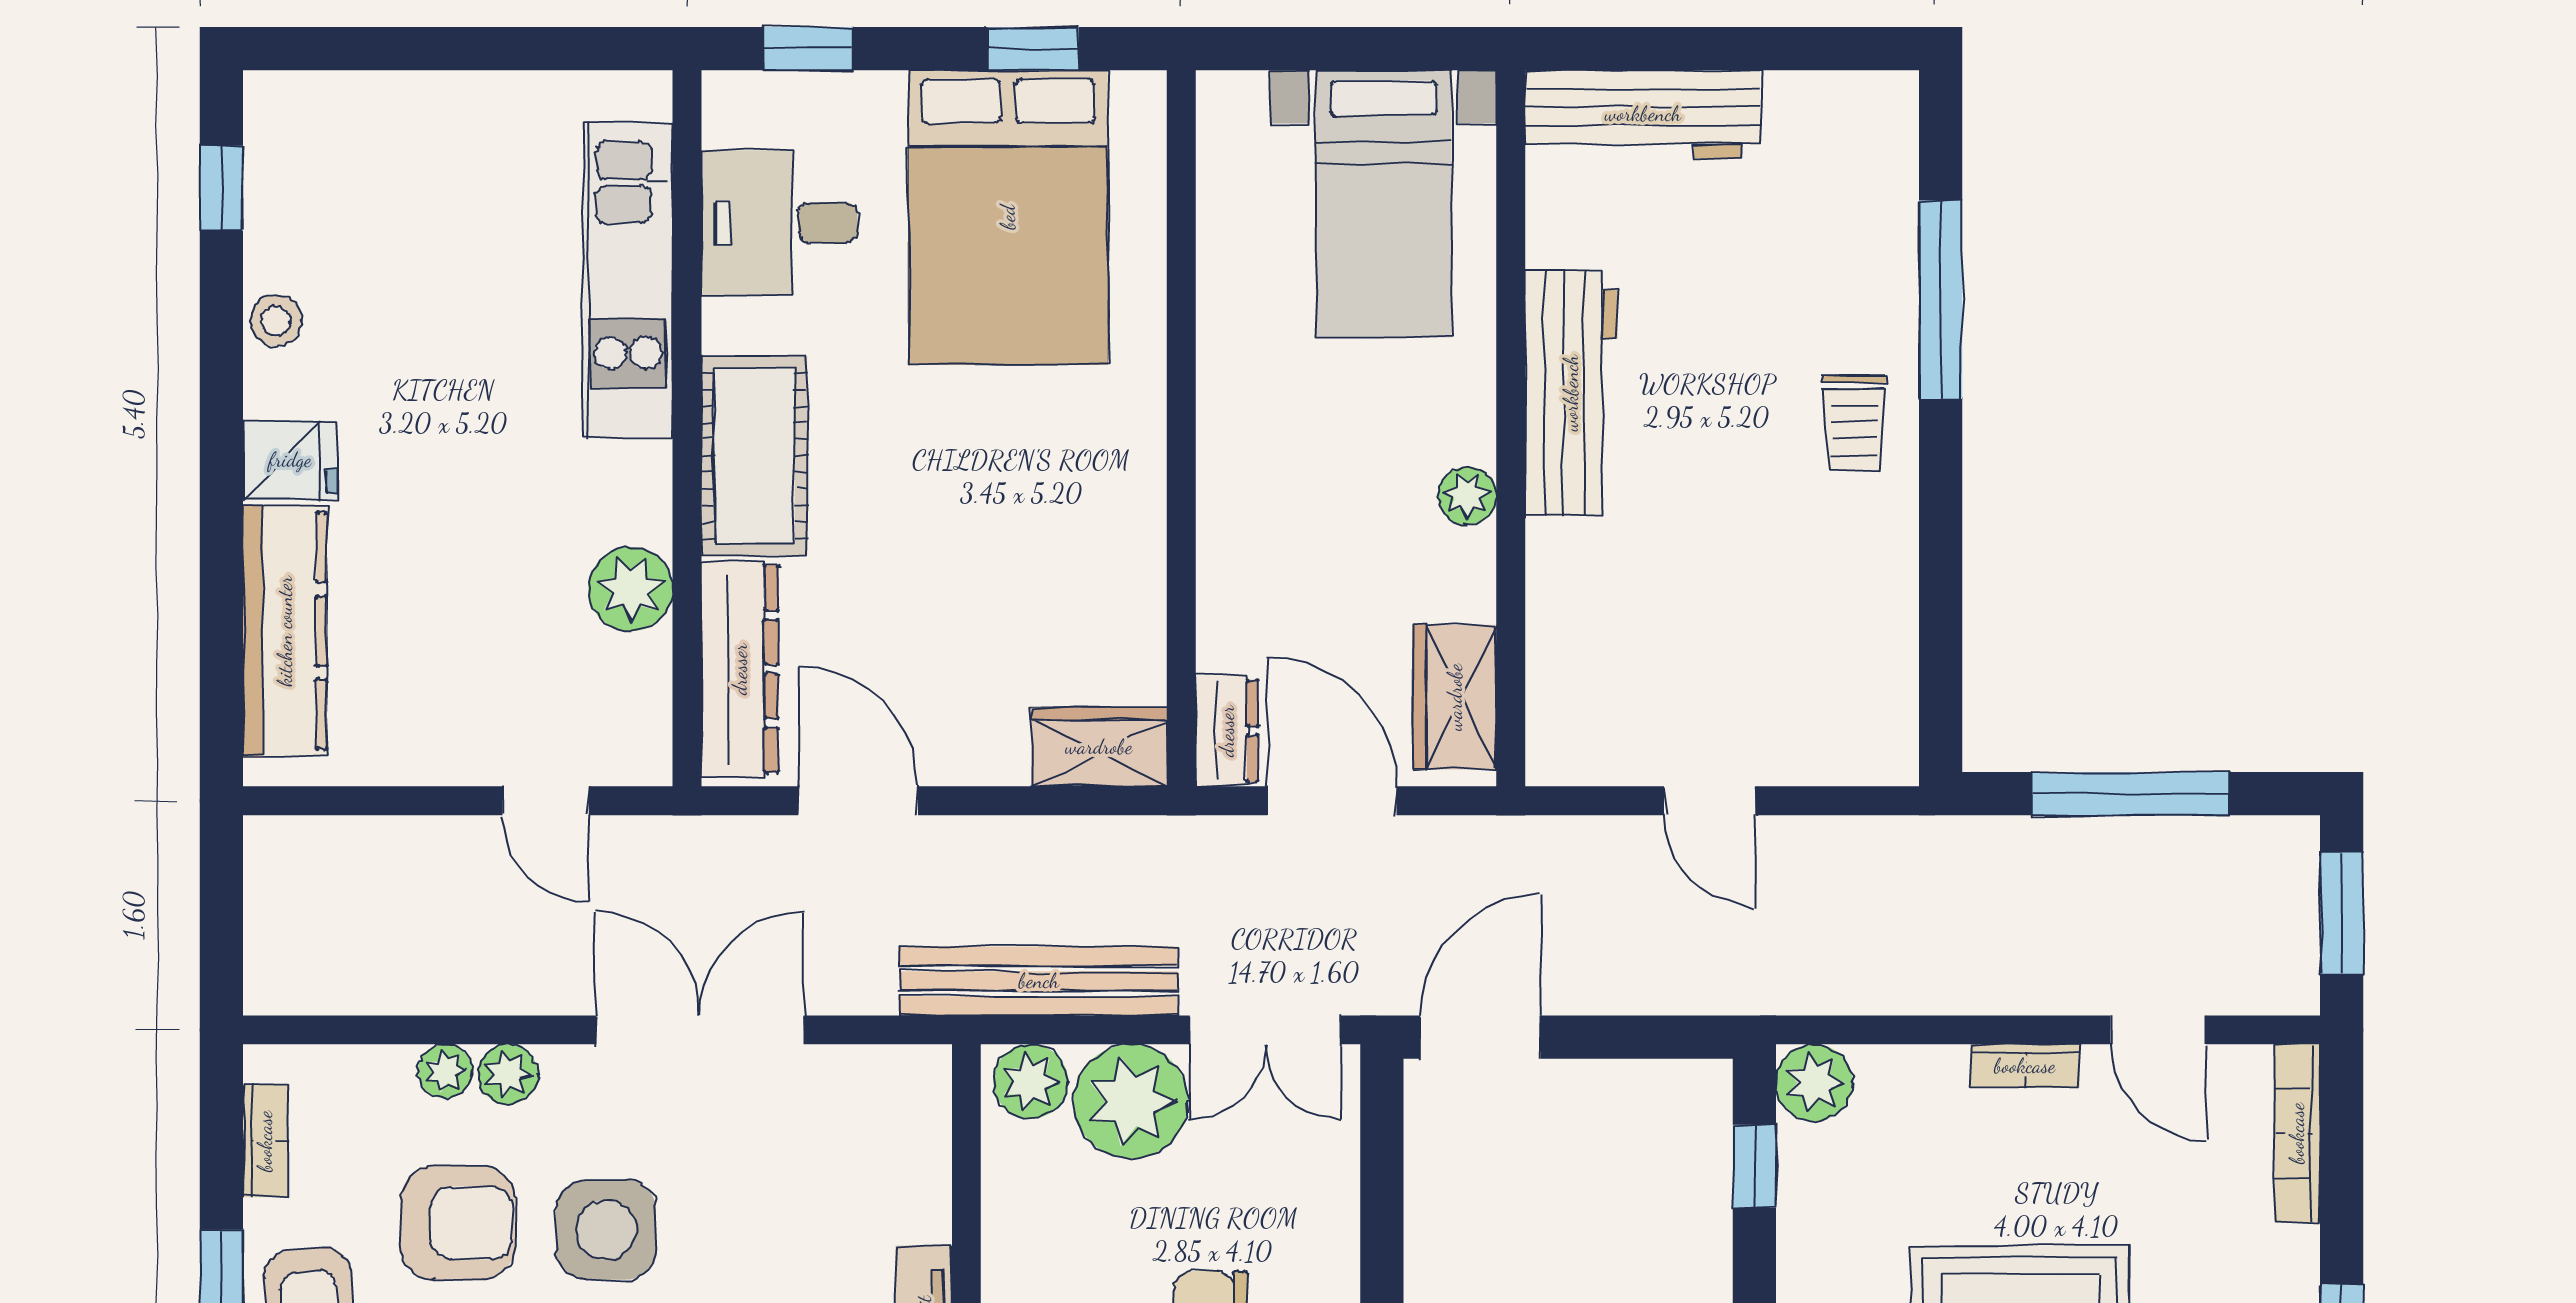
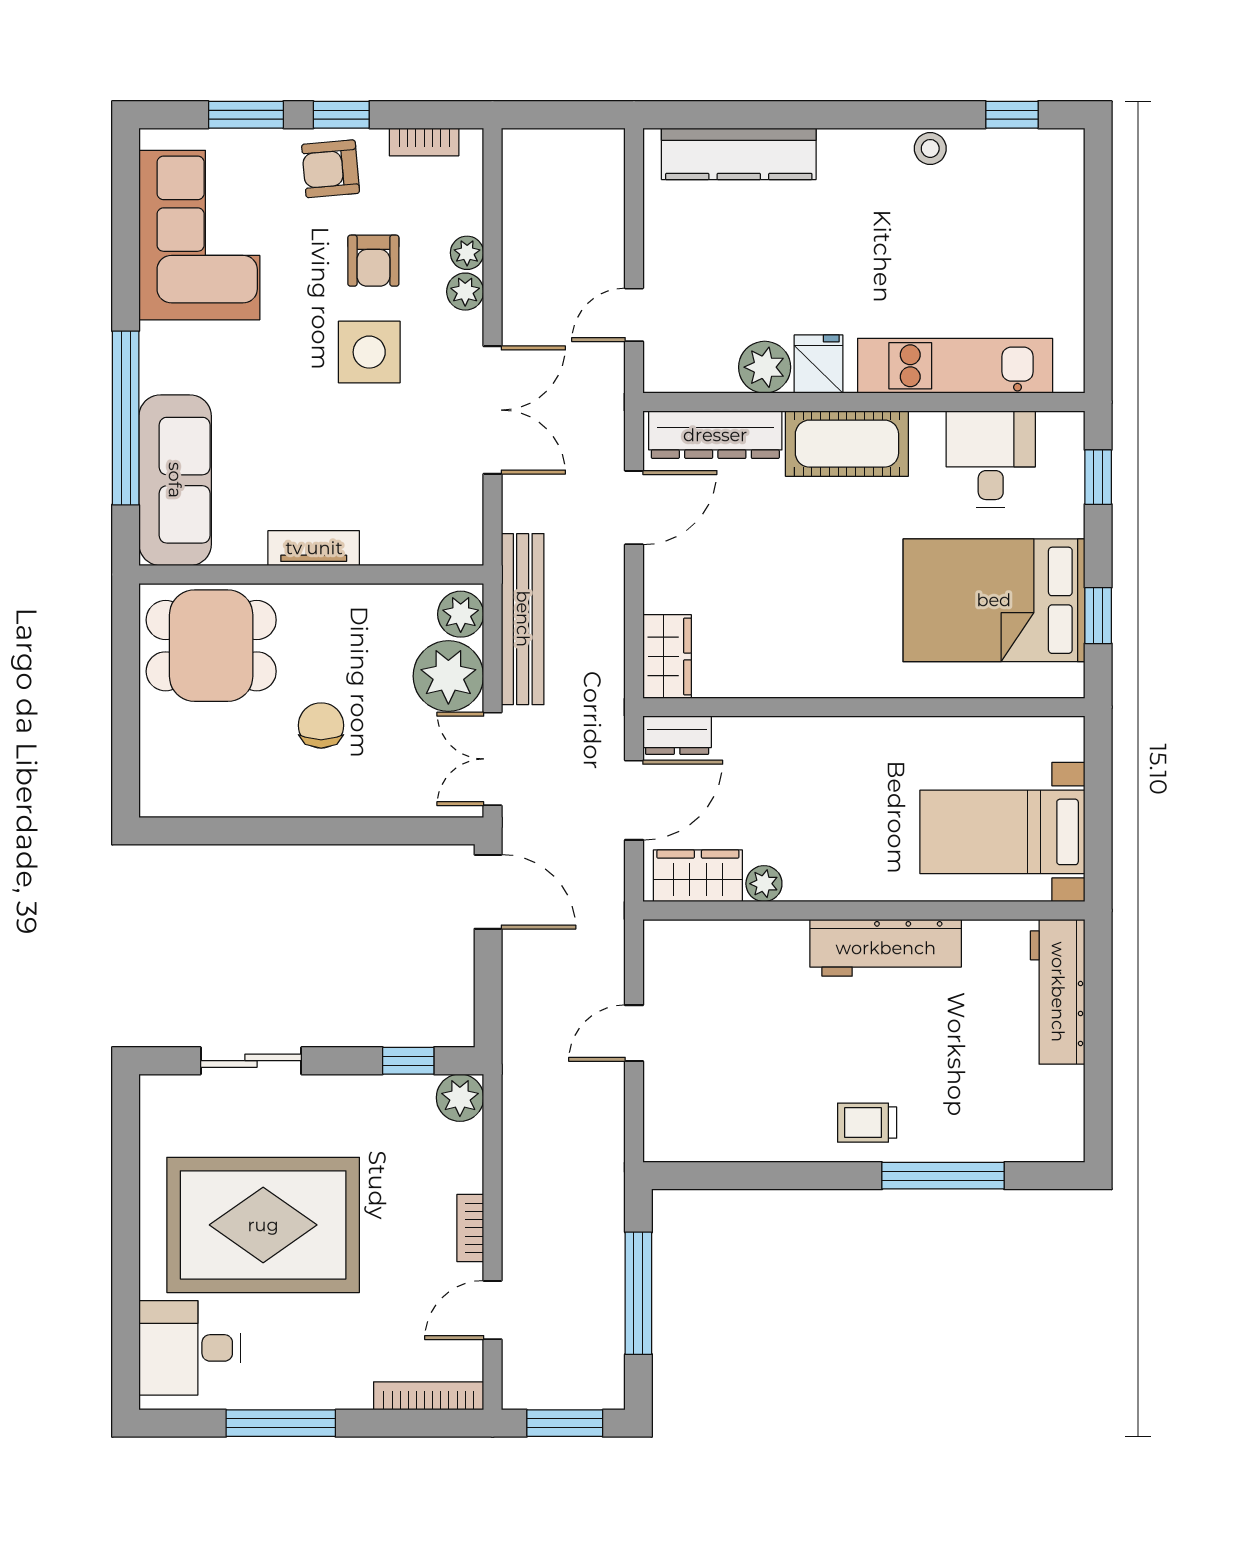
fridge: (290, 460) -> (819, 364), moved, turned 180
plant: (1467, 496) -> (764, 884), moved
armchair: (458, 1223) -> (373, 261), width x0.72, depth x0.72

